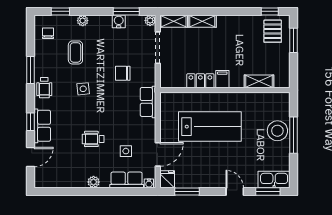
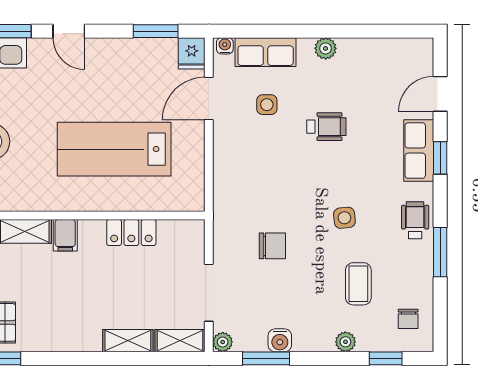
filing cabinet: (222, 79) -> (65, 235), moved
row of seats: (148, 102) -> (227, 194), removed

